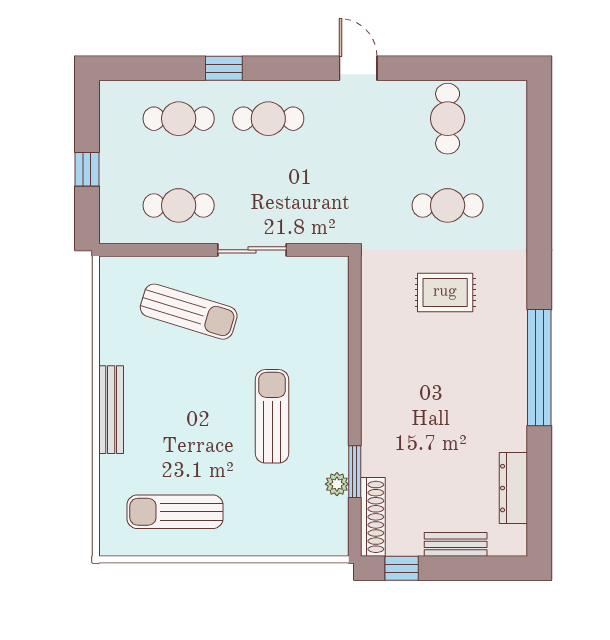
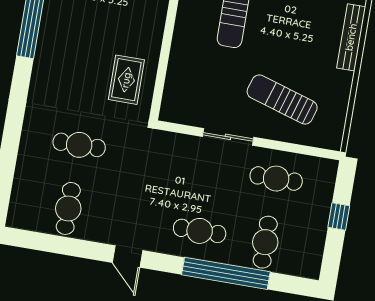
window: (224, 68) -> (226, 273), width x3.17
cafe table: (179, 119) -> (265, 242), turned 90
rug: (445, 292) -> (126, 80), moved, turned 90

